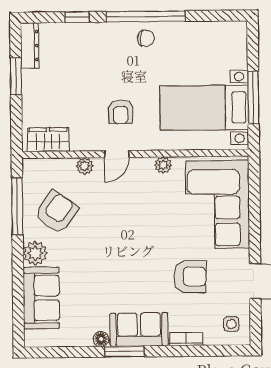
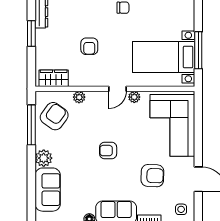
armchair: (121, 112) -> (89, 46), moved
door: (117, 154) -> (118, 89), moved
armchair: (56, 212) -> (54, 116), moved
armchair: (127, 242) -> (108, 151), added

